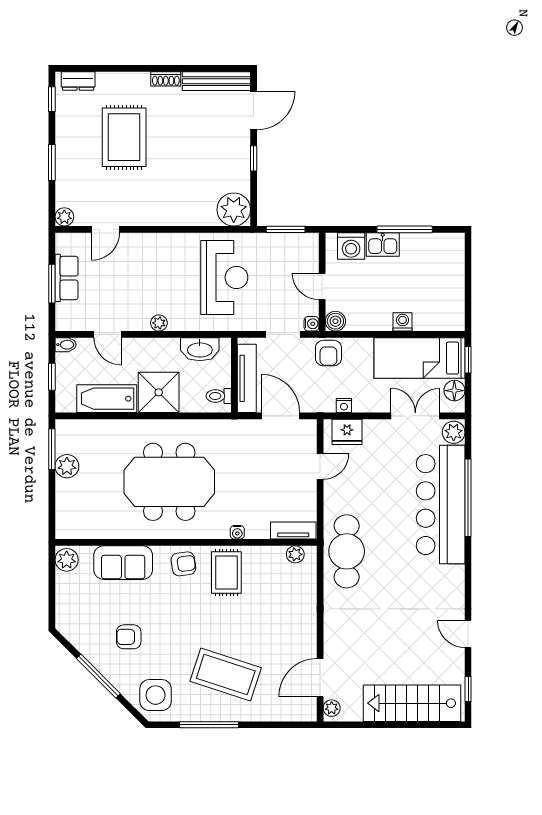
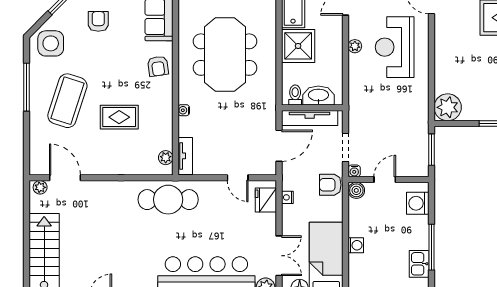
kitchen sink: (383, 244) -> (419, 264), moved
reception desk: (224, 278) -> (395, 47), moved, turned 90
washbasin: (200, 349) -> (318, 96), moved, turned 90
rug: (226, 572) -> (119, 117), moved

